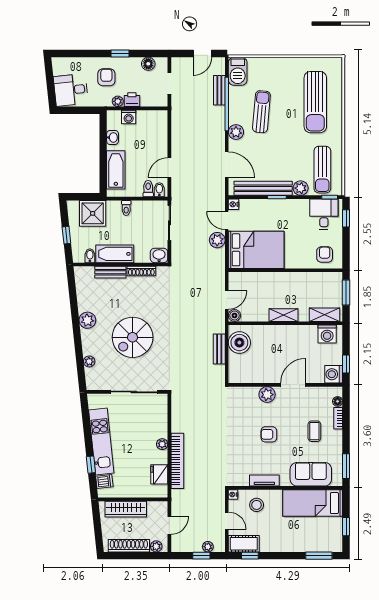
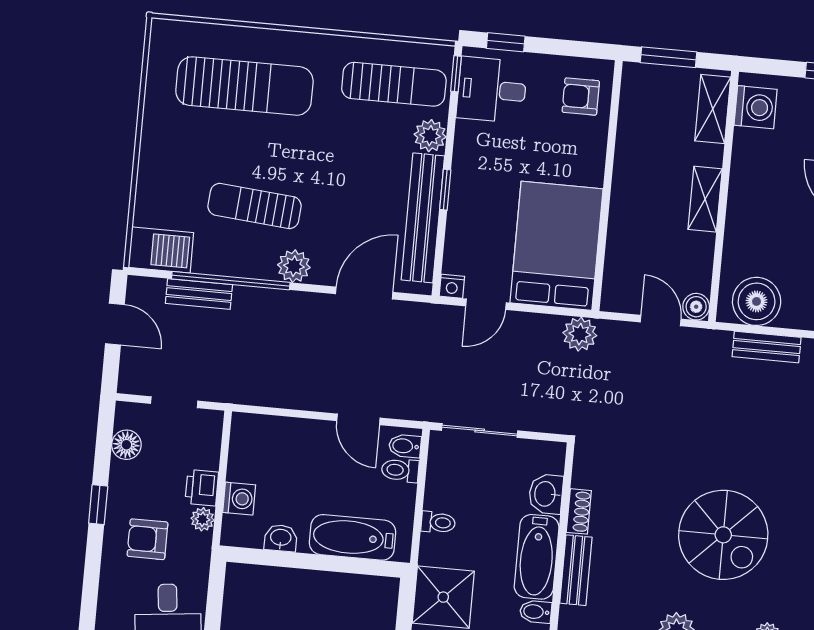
plant: (217, 240) -> (580, 334), moved
washbasin: (159, 255) -> (546, 494), moved
shoe rack: (141, 271) -> (579, 511), width x0.70

